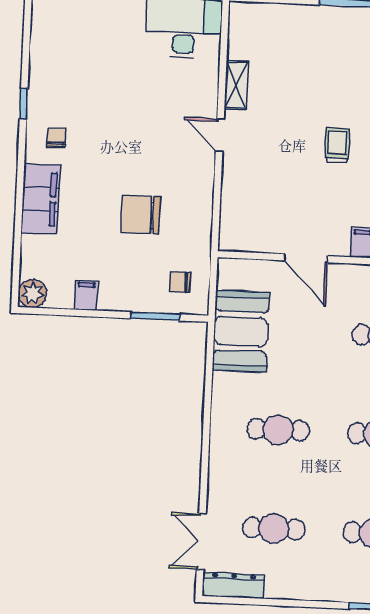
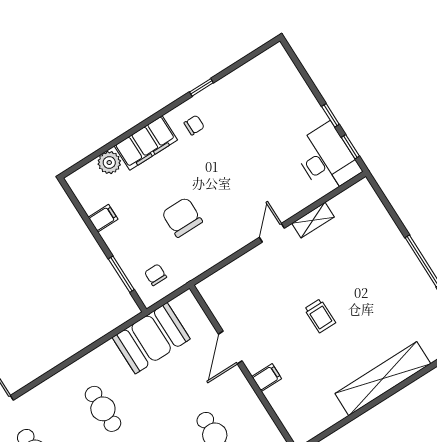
trolley: (337, 146) -> (320, 316), turned 90
plant: (32, 293) -> (109, 163), moved

